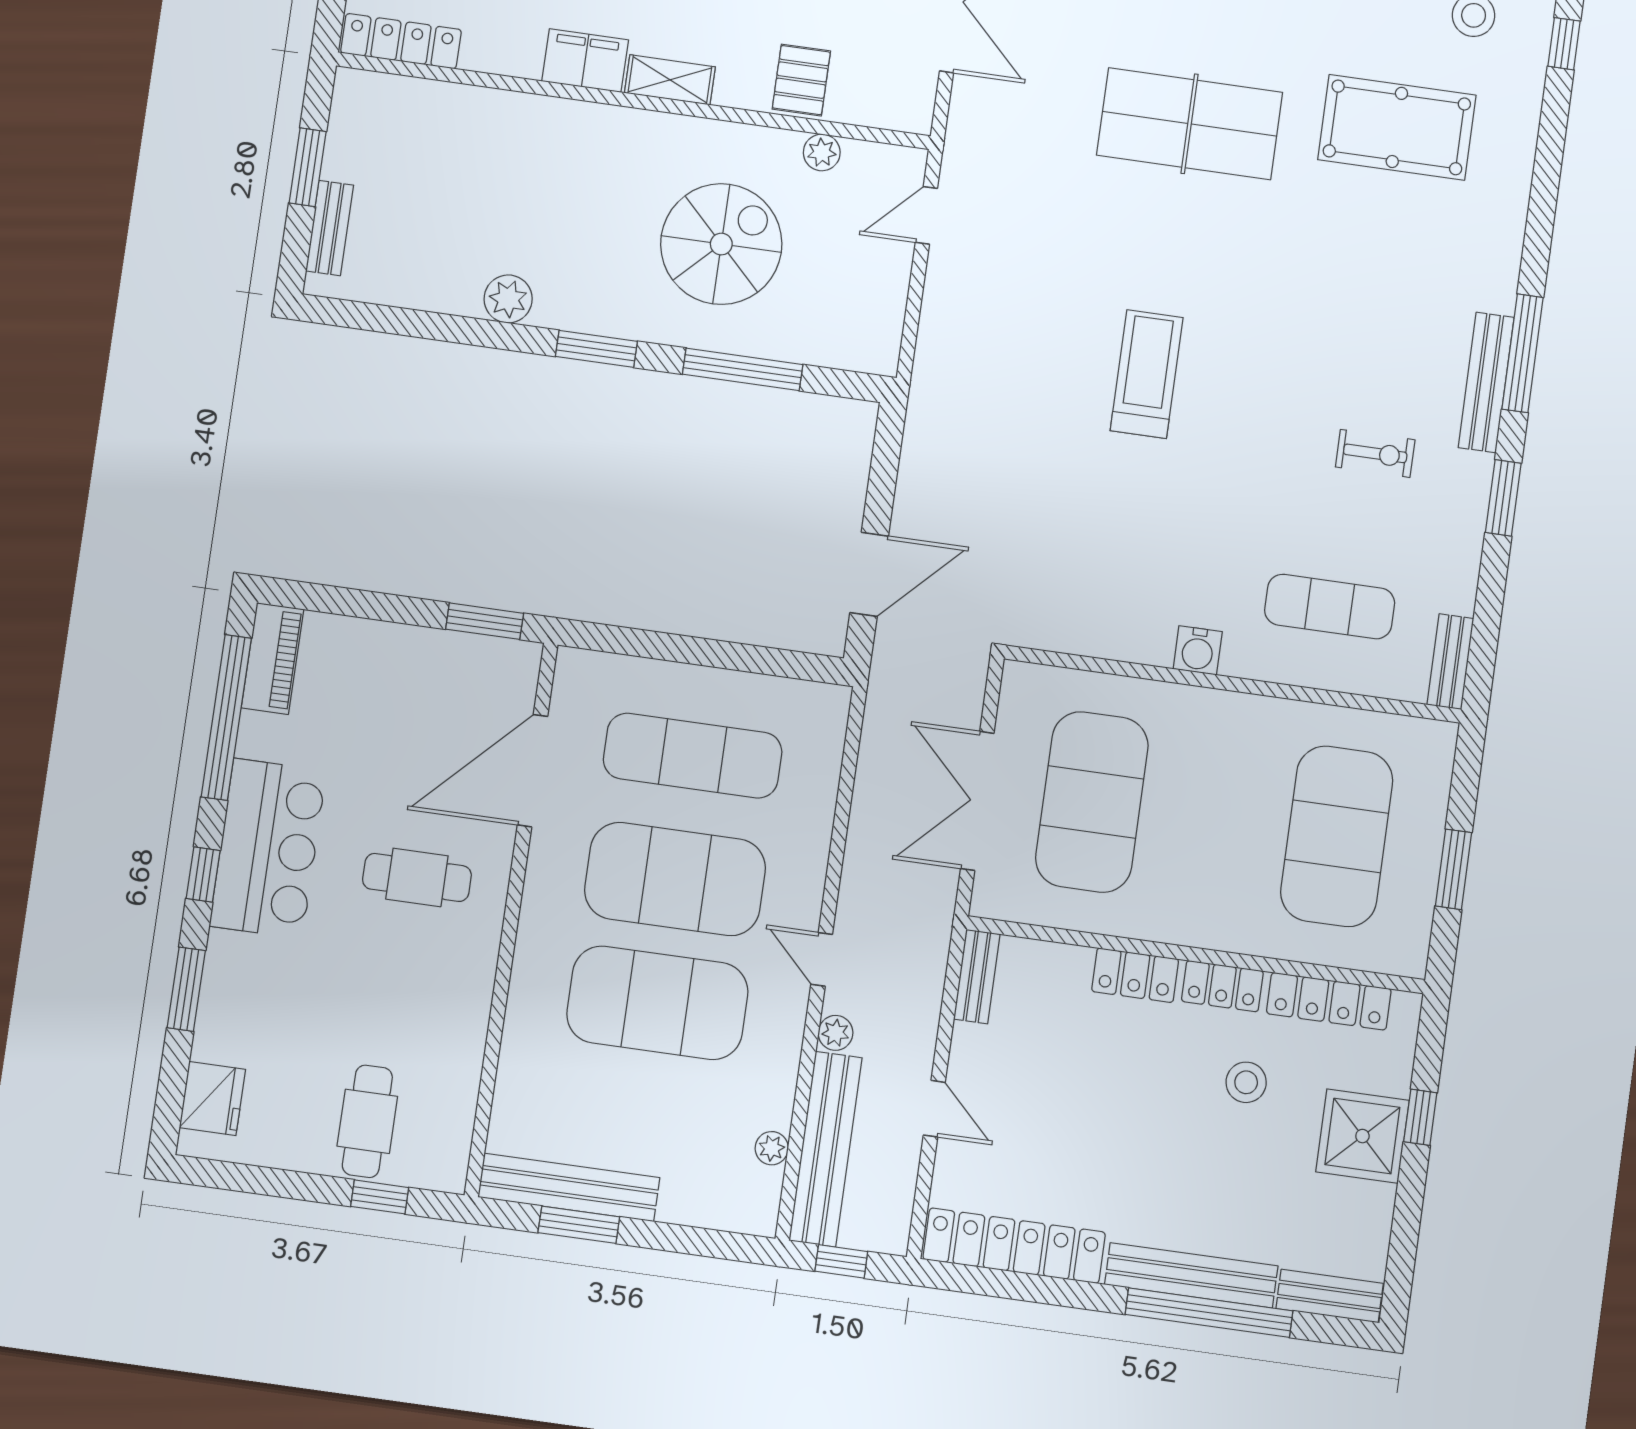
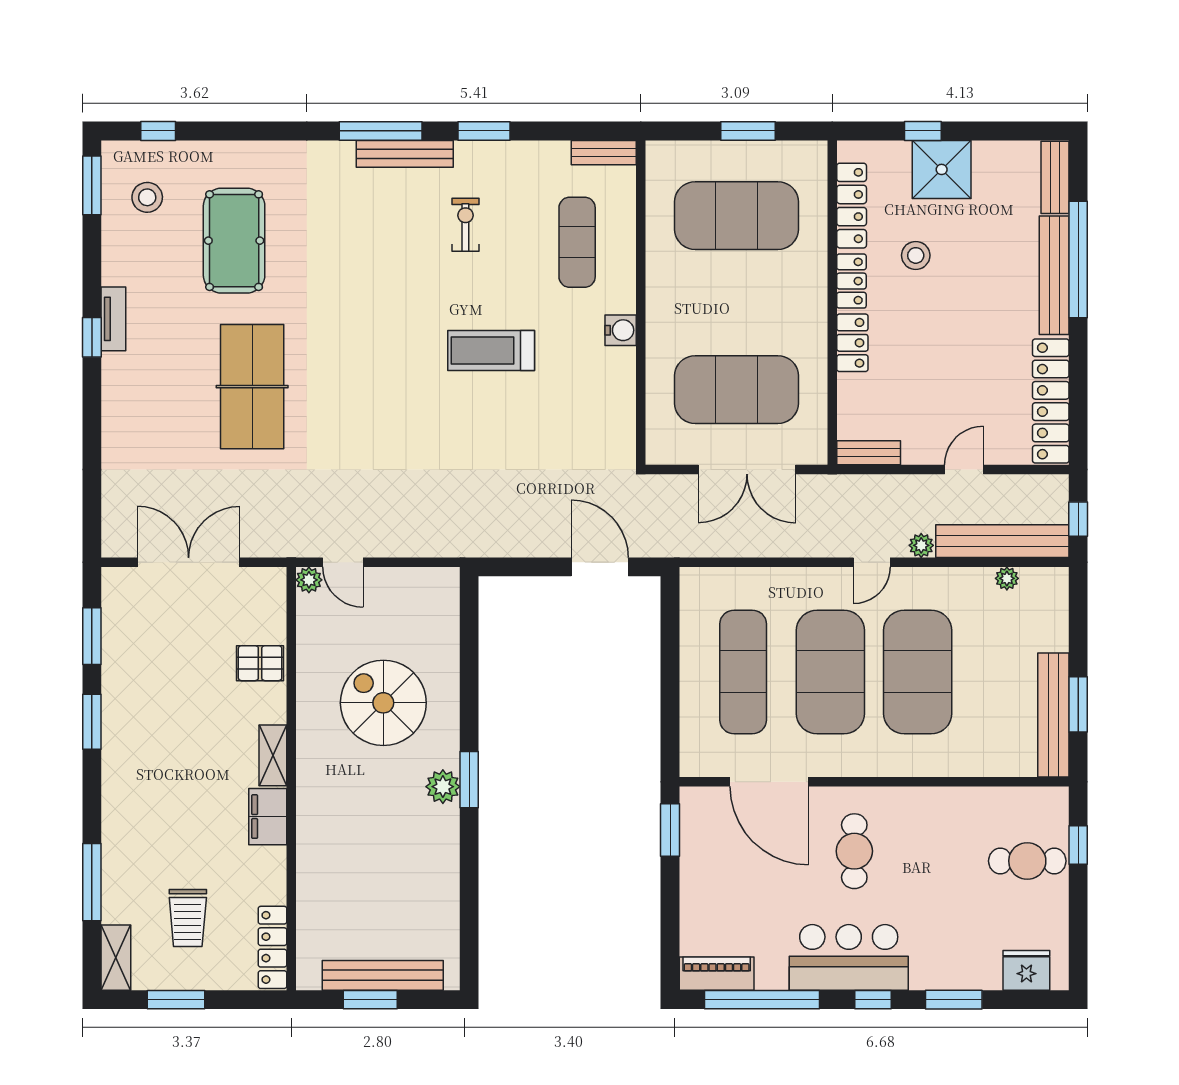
plant: (822, 152) -> (309, 580), moved
bench: (330, 228) -> (383, 975), width x1.86, depth x1.21
plant: (508, 299) -> (443, 787), moved
window: (743, 369) -> (469, 675), removed
treadmill: (1147, 374) -> (491, 351), moved

